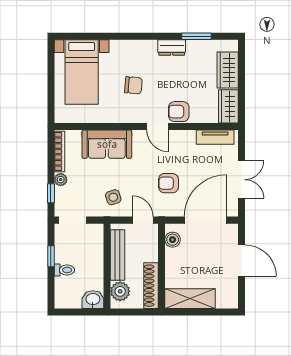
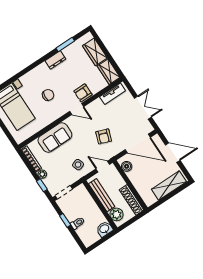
armchair: (169, 183) -> (104, 136), turned -70
door: (205, 220) -> (138, 143), swing flipped
shelving: (190, 299) -> (169, 185), moved

